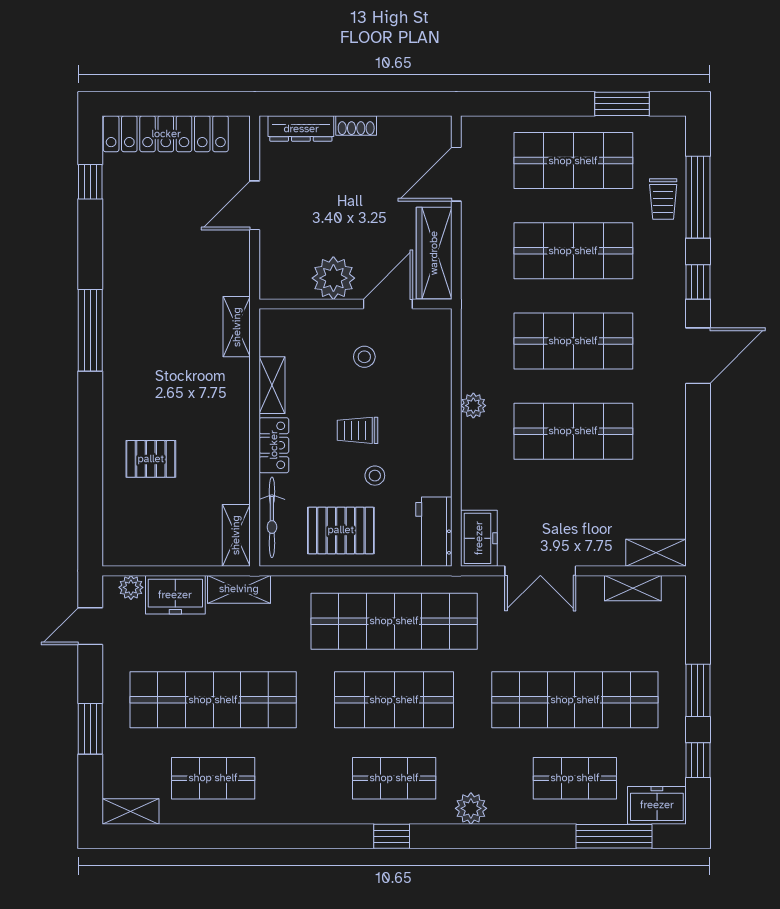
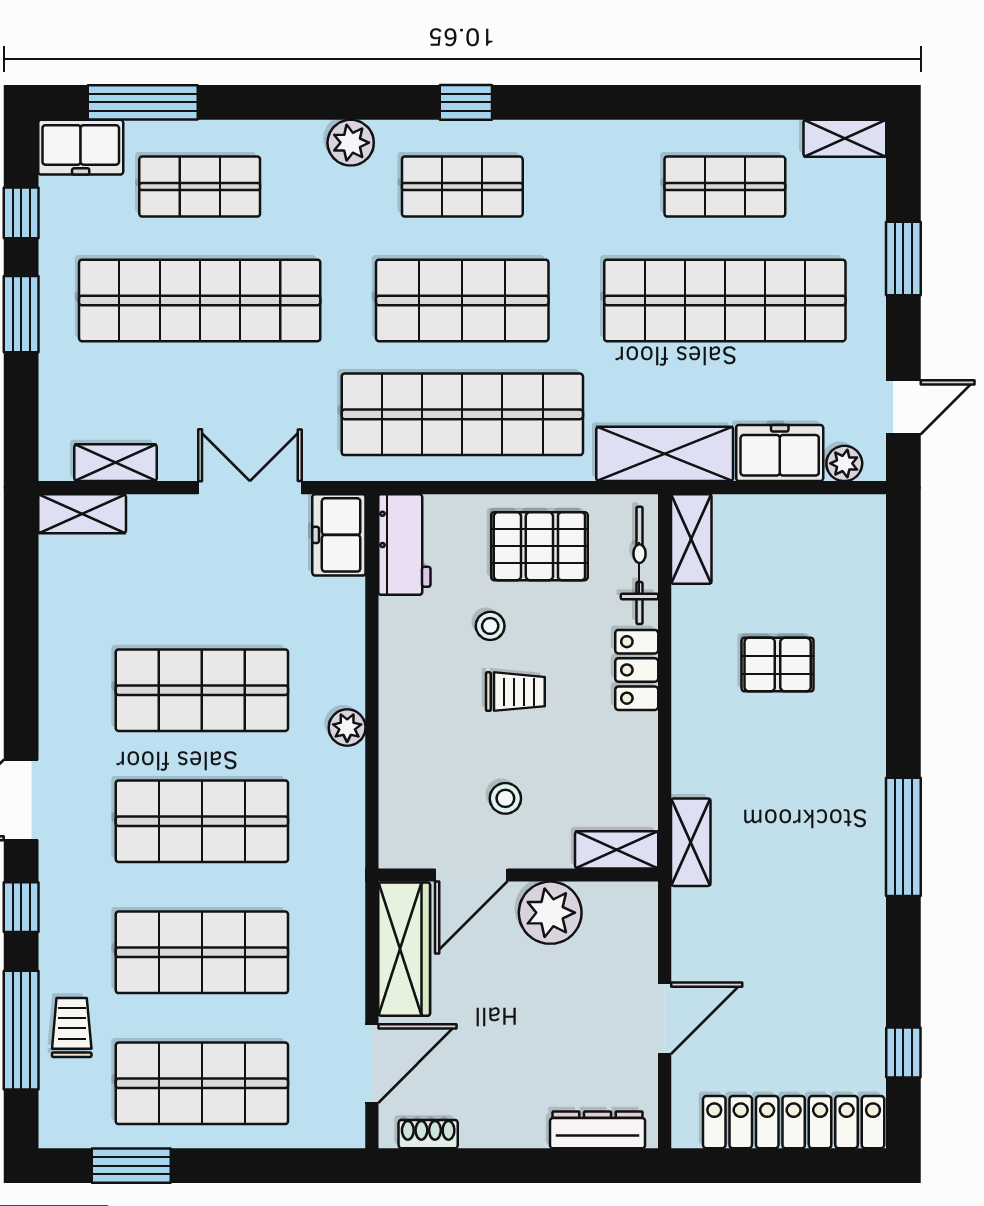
shoe rack: (356, 126) -> (428, 1134), moved
shelving: (272, 385) -> (617, 850), moved, turned 90
pallet: (151, 459) -> (778, 665), moved
shelving: (239, 589) -> (665, 454), width x1.50, depth x1.33

